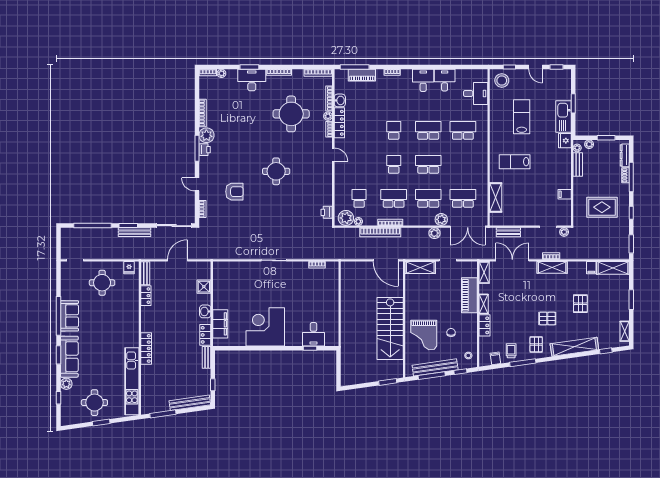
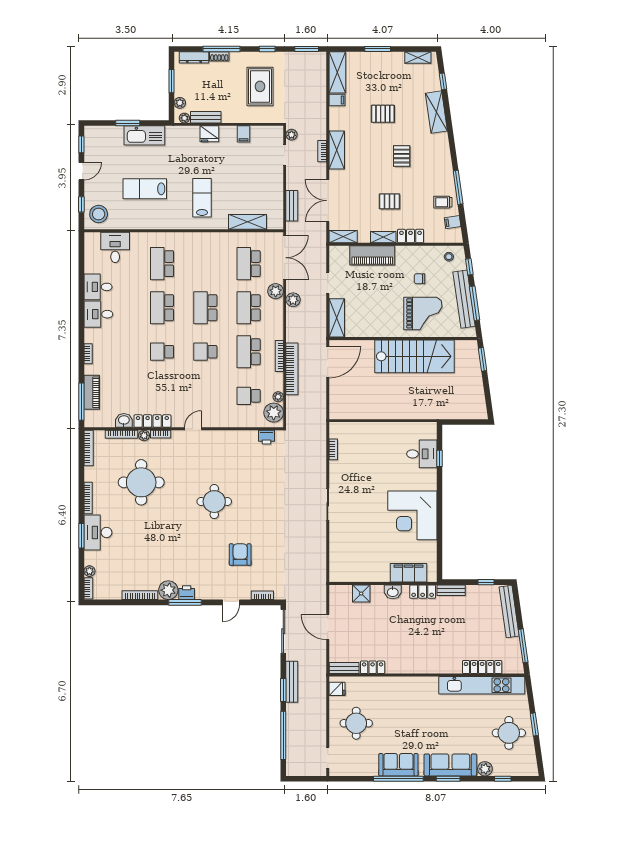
fridge: (565, 141) -> (209, 134), moved
lab bench: (515, 162) -> (202, 198), turned 180
pallet: (536, 344) -> (390, 201), moved
shelving: (574, 347) -> (436, 112), width x0.68
locker: (146, 348) -> (482, 667), moved

